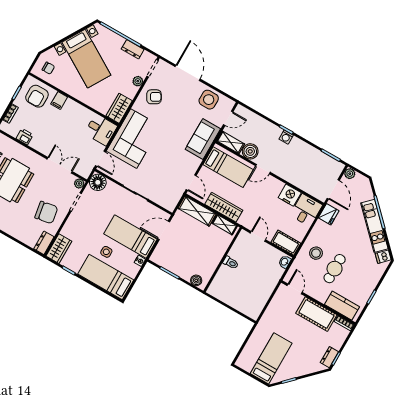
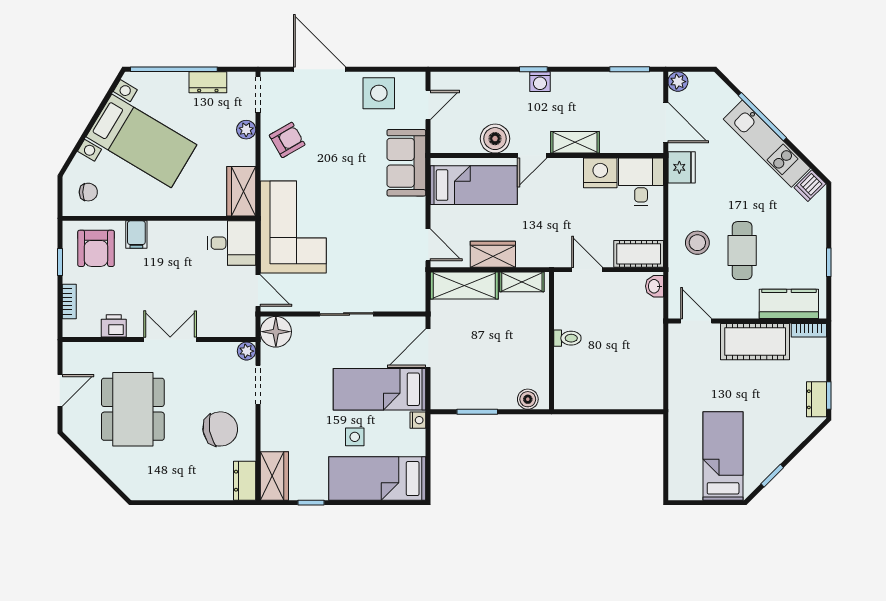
shelving: (231, 142) -> (575, 142), moved
double door: (60, 165) -> (170, 340), moved
wardrobe: (224, 207) -> (493, 254), width x0.67

